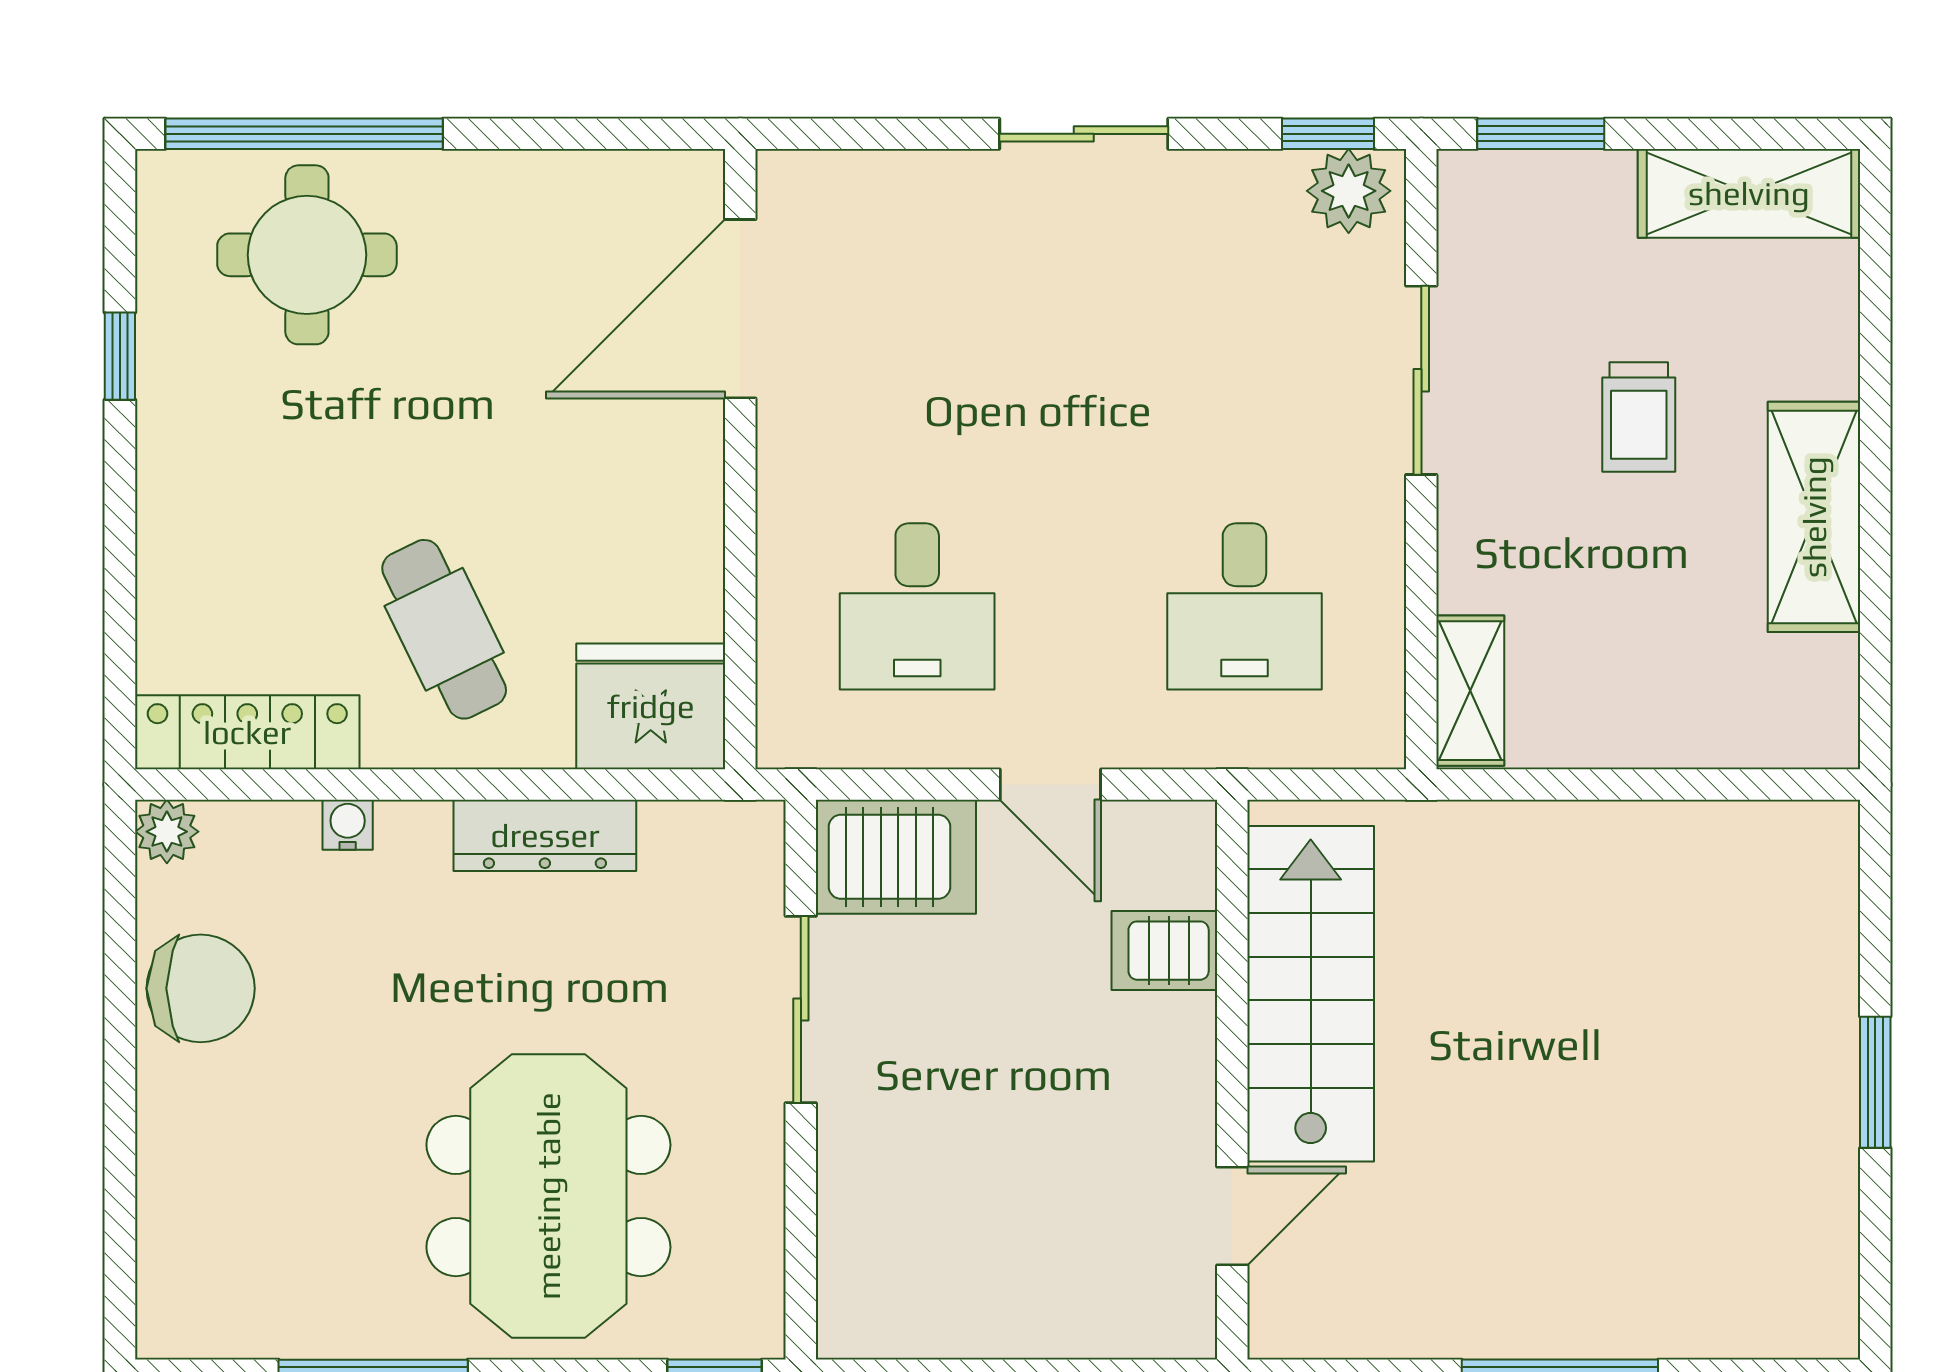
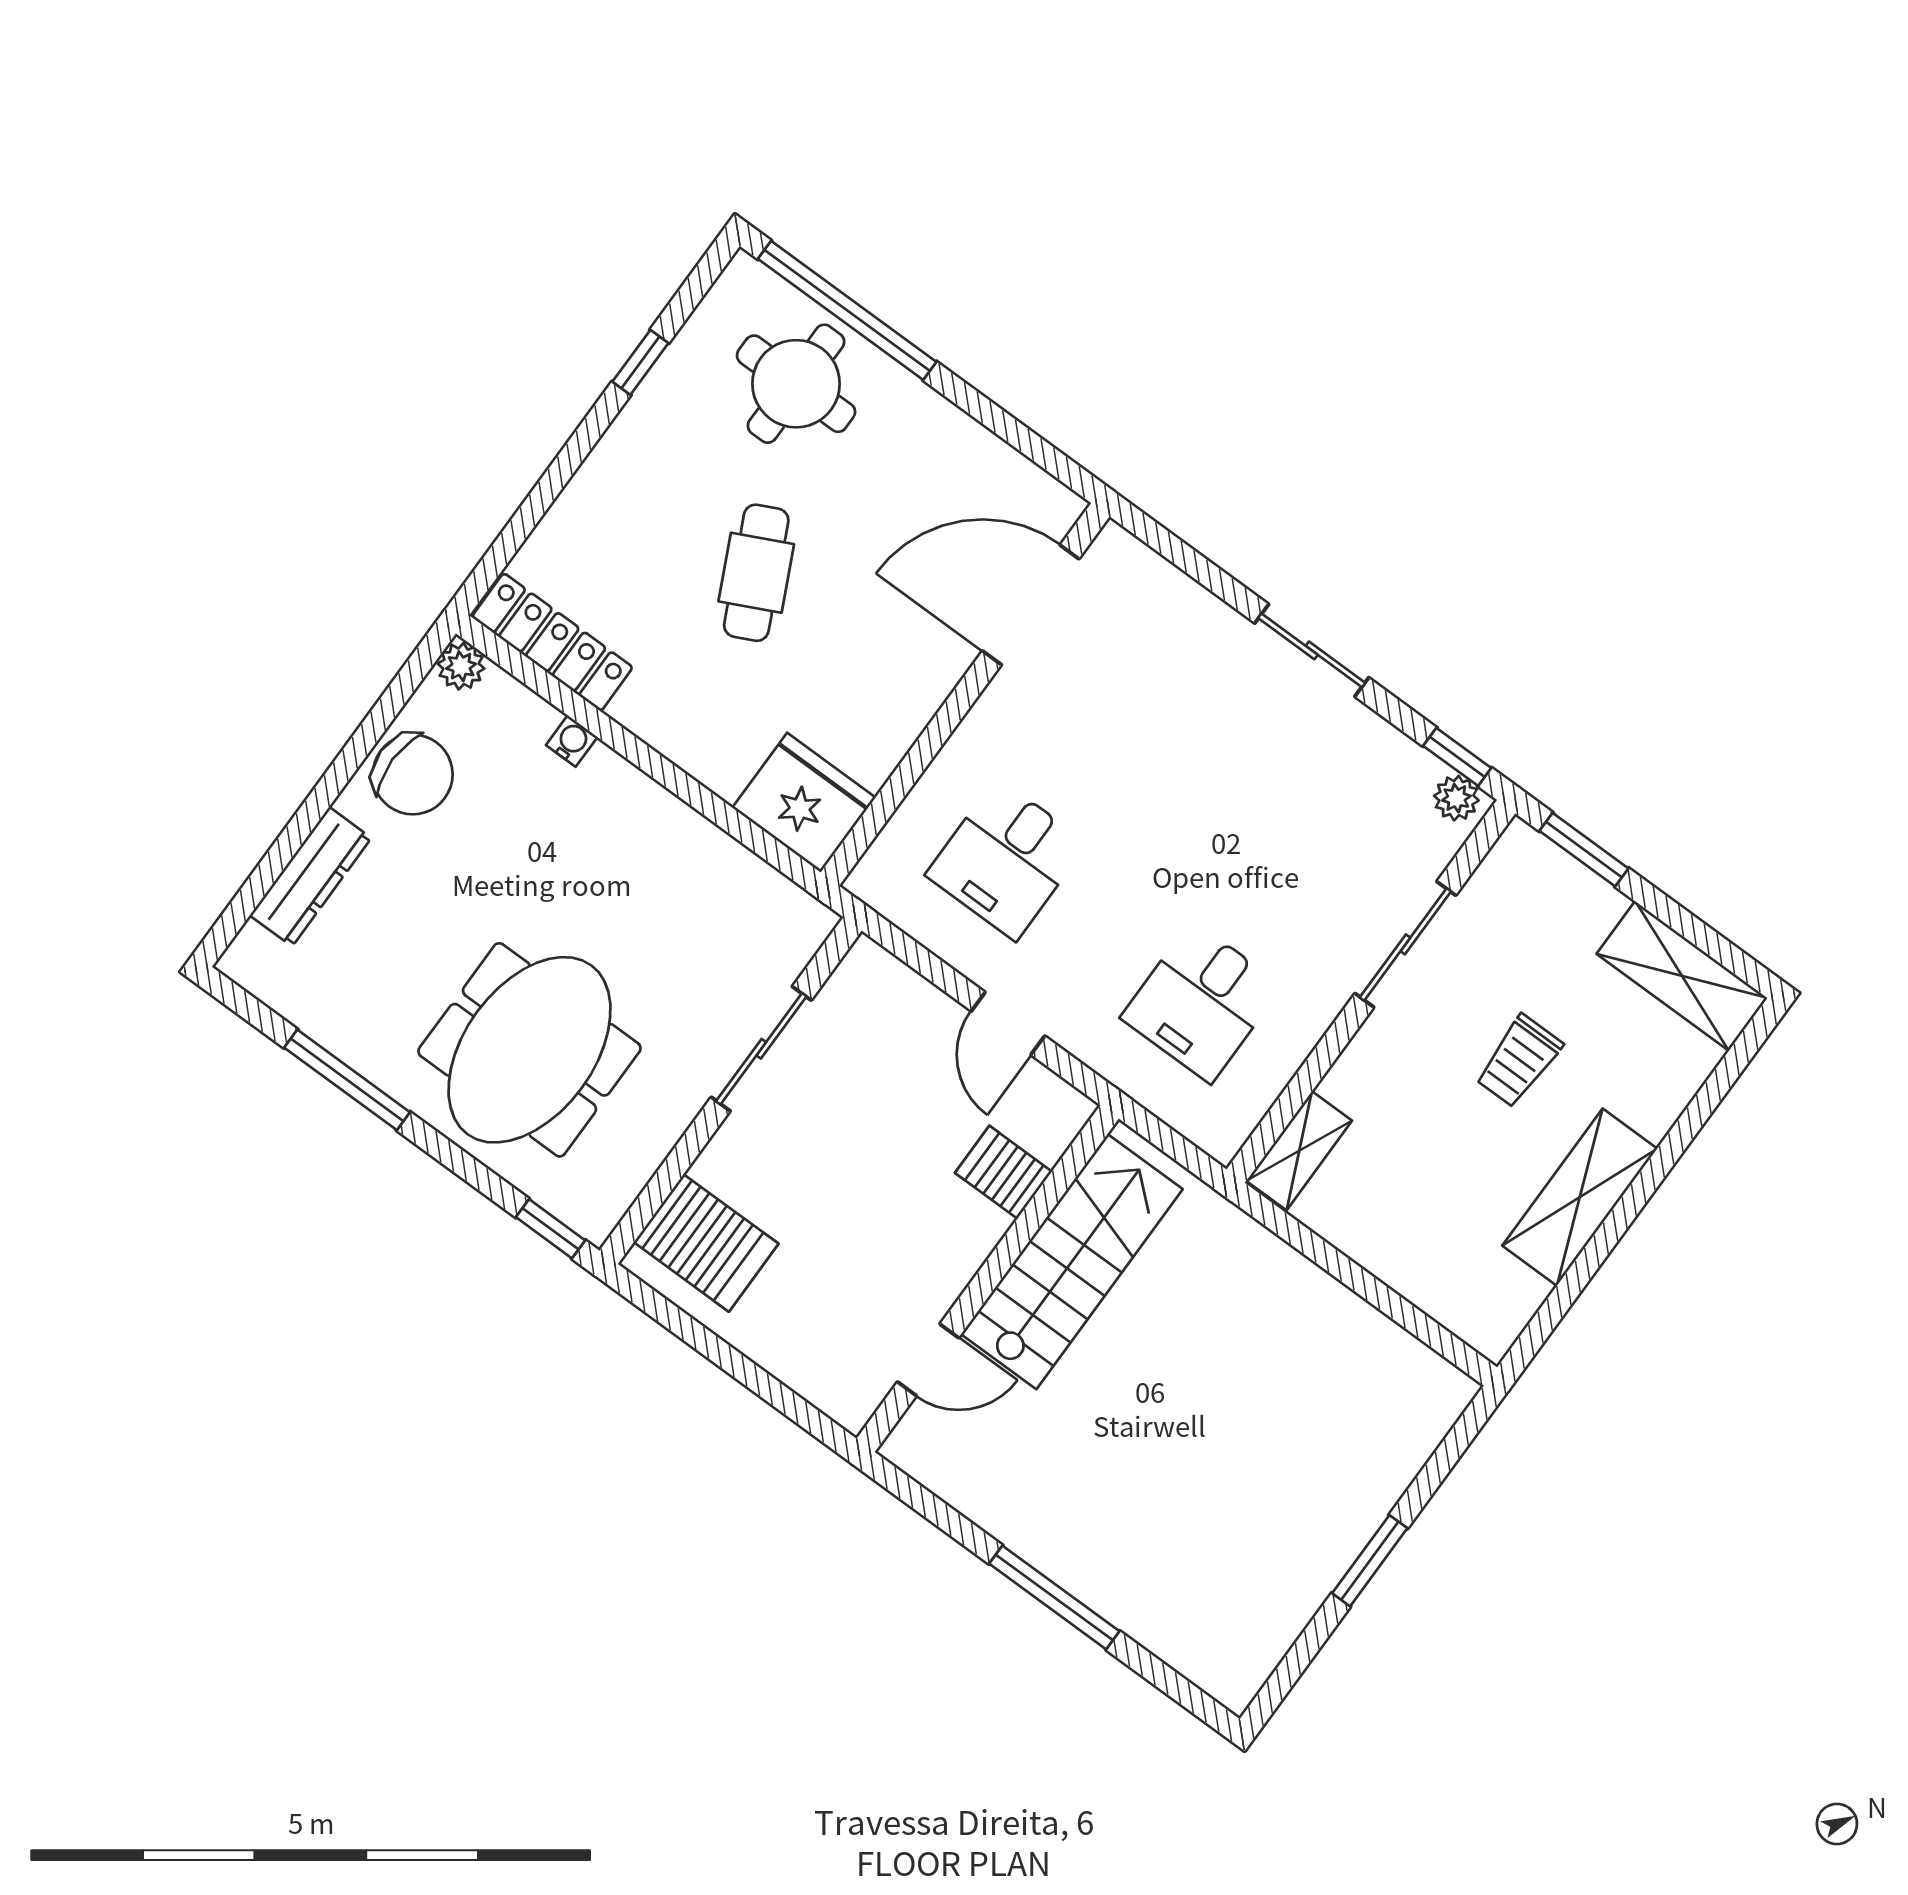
plant: (1349, 191) -> (1456, 798), width x0.73, depth x0.73
cafe table: (444, 629) -> (756, 573), moved
dresser: (545, 835) -> (311, 877), moved, turned -90
server rack: (896, 857) -> (706, 1243), moved

